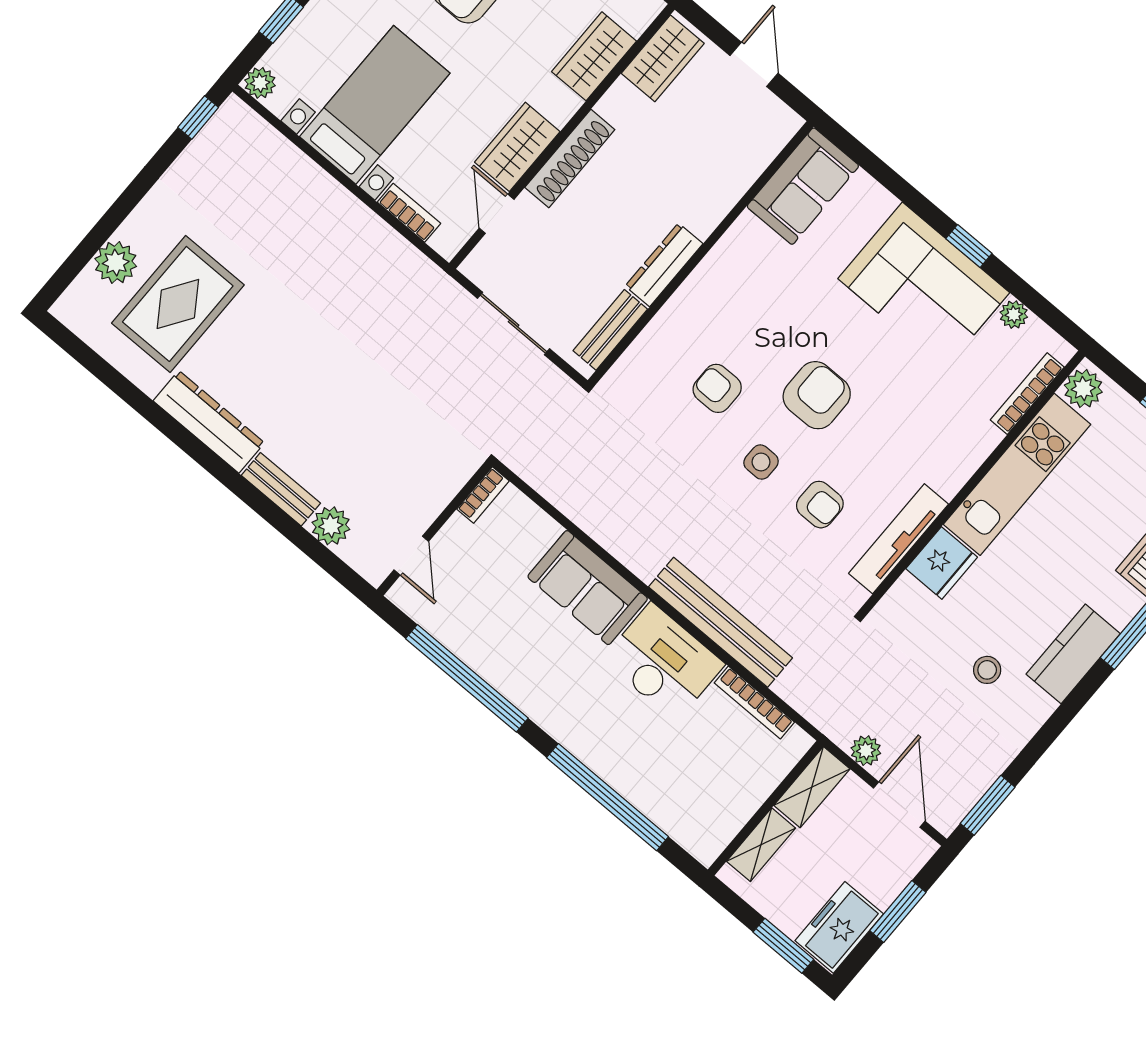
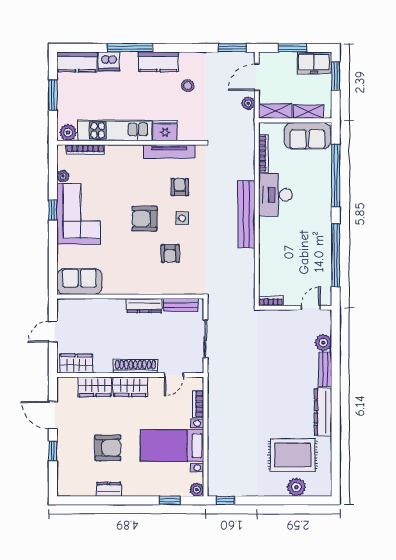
wardrobe: (517, 147) -> (130, 387), moved
sofa: (588, 588) -> (307, 136), moved, turned 90
bench: (721, 622) -> (246, 214), moved

